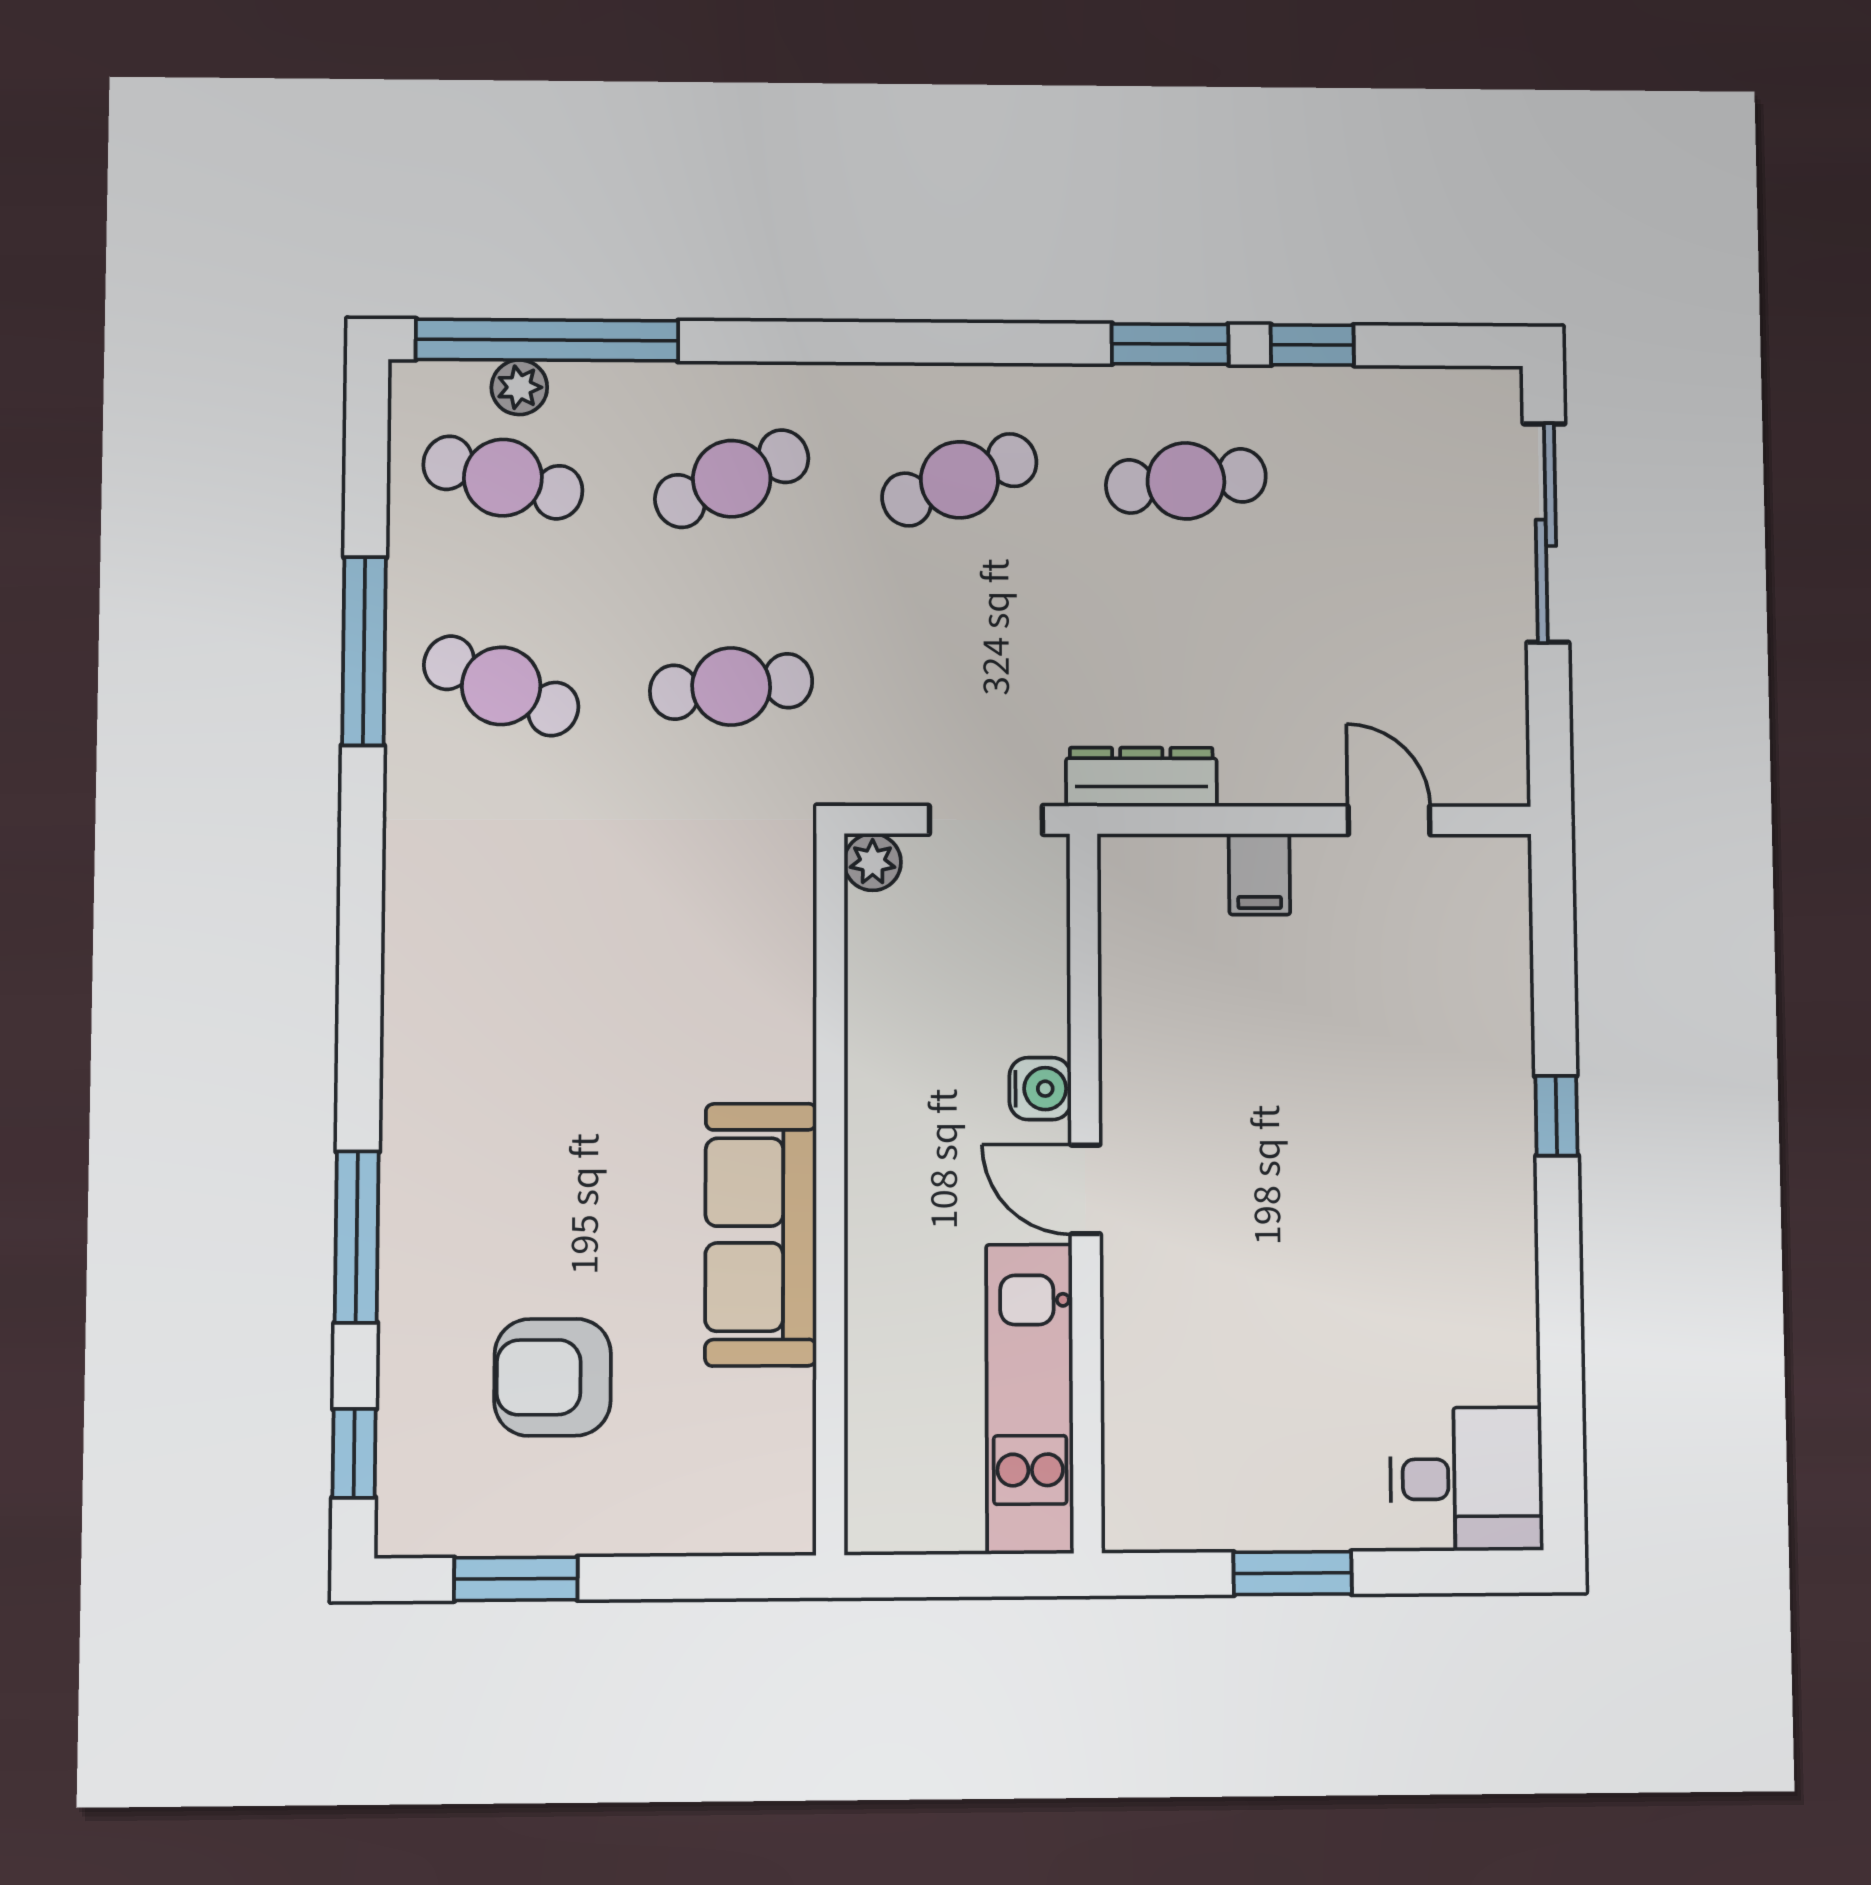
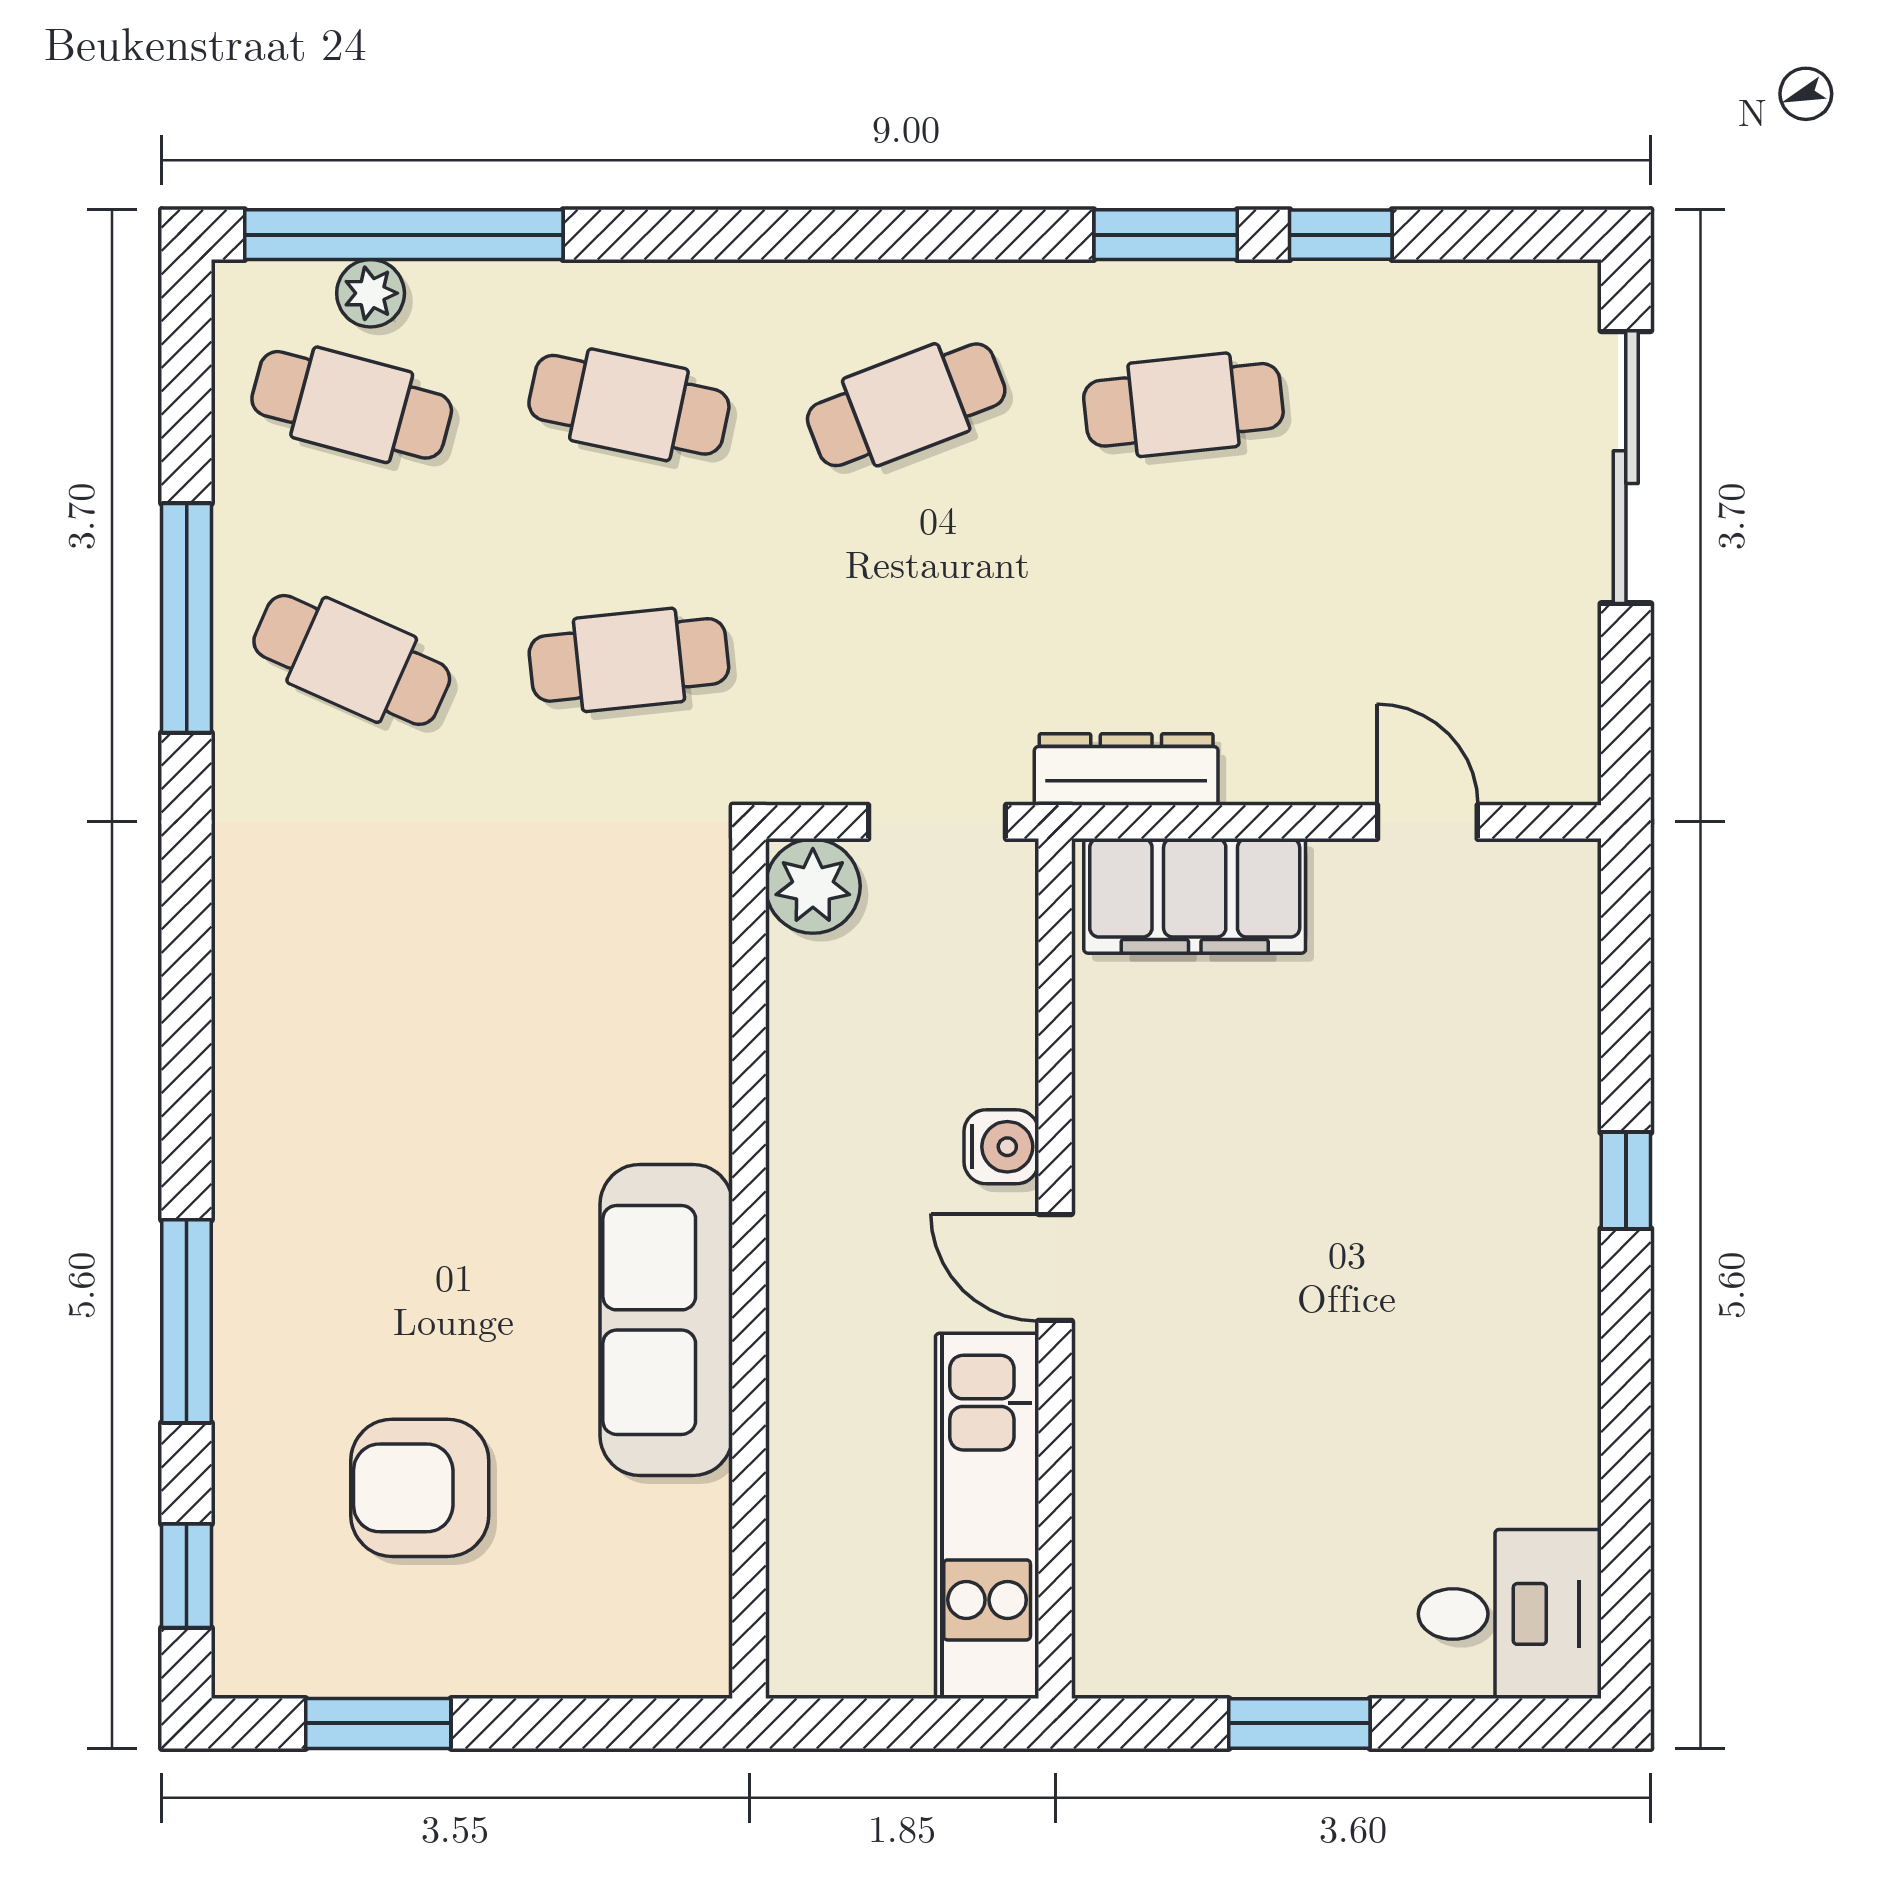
cafe table: (732, 479) -> (629, 405), turned 36
plant: (873, 862) -> (813, 886), width x1.38, depth x1.38
filing cabinet: (1259, 874) -> (1195, 896), width x3.00, depth x1.17

